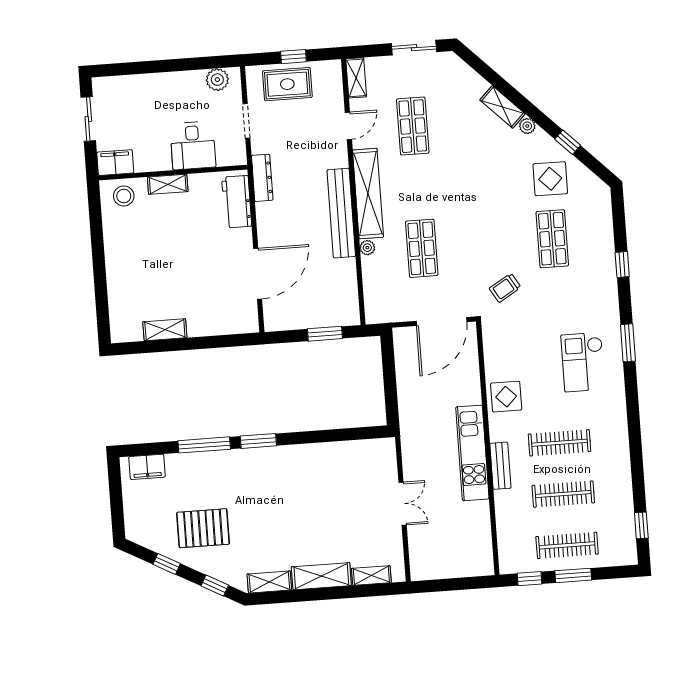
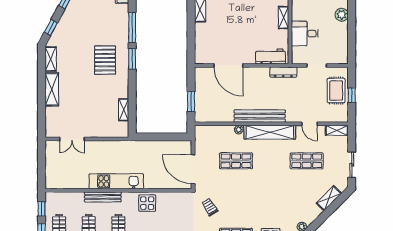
plant: (217, 80) -> (342, 15), moved
shelving: (502, 107) -> (329, 198), moved
bench: (500, 466) -> (103, 197), width x1.36
double door: (403, 504) -> (72, 139), moved
pallet: (203, 528) -> (105, 60), moved
shelving: (371, 576) -> (124, 110), moved

